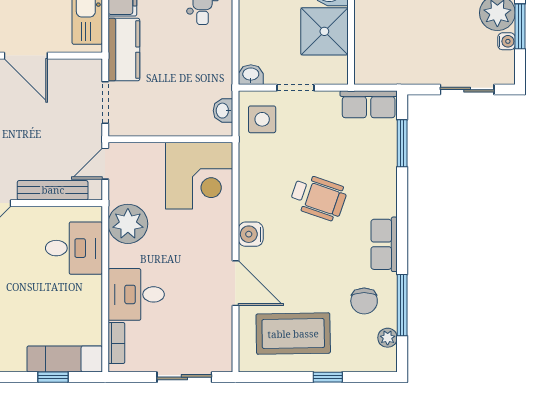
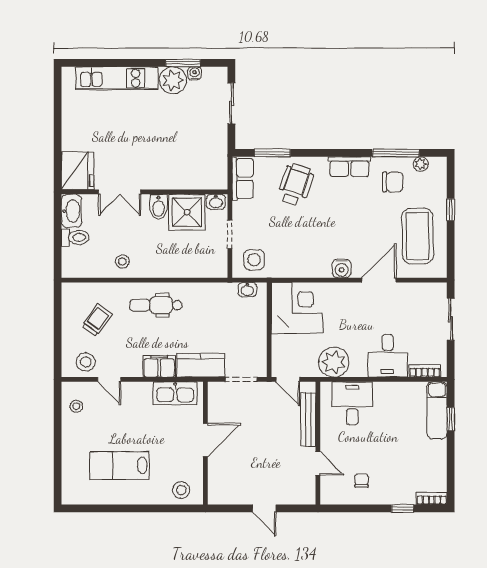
washbasin: (251, 75) -> (216, 202), moved, turned -90
wheelchair: (318, 197) -> (296, 185), moved

